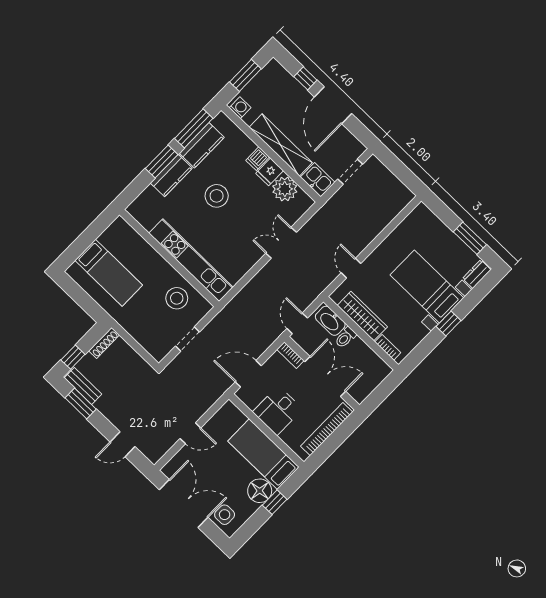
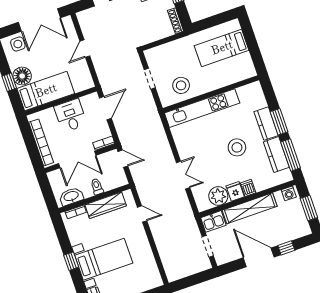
washbasin: (330, 321) -> (71, 196), moved

